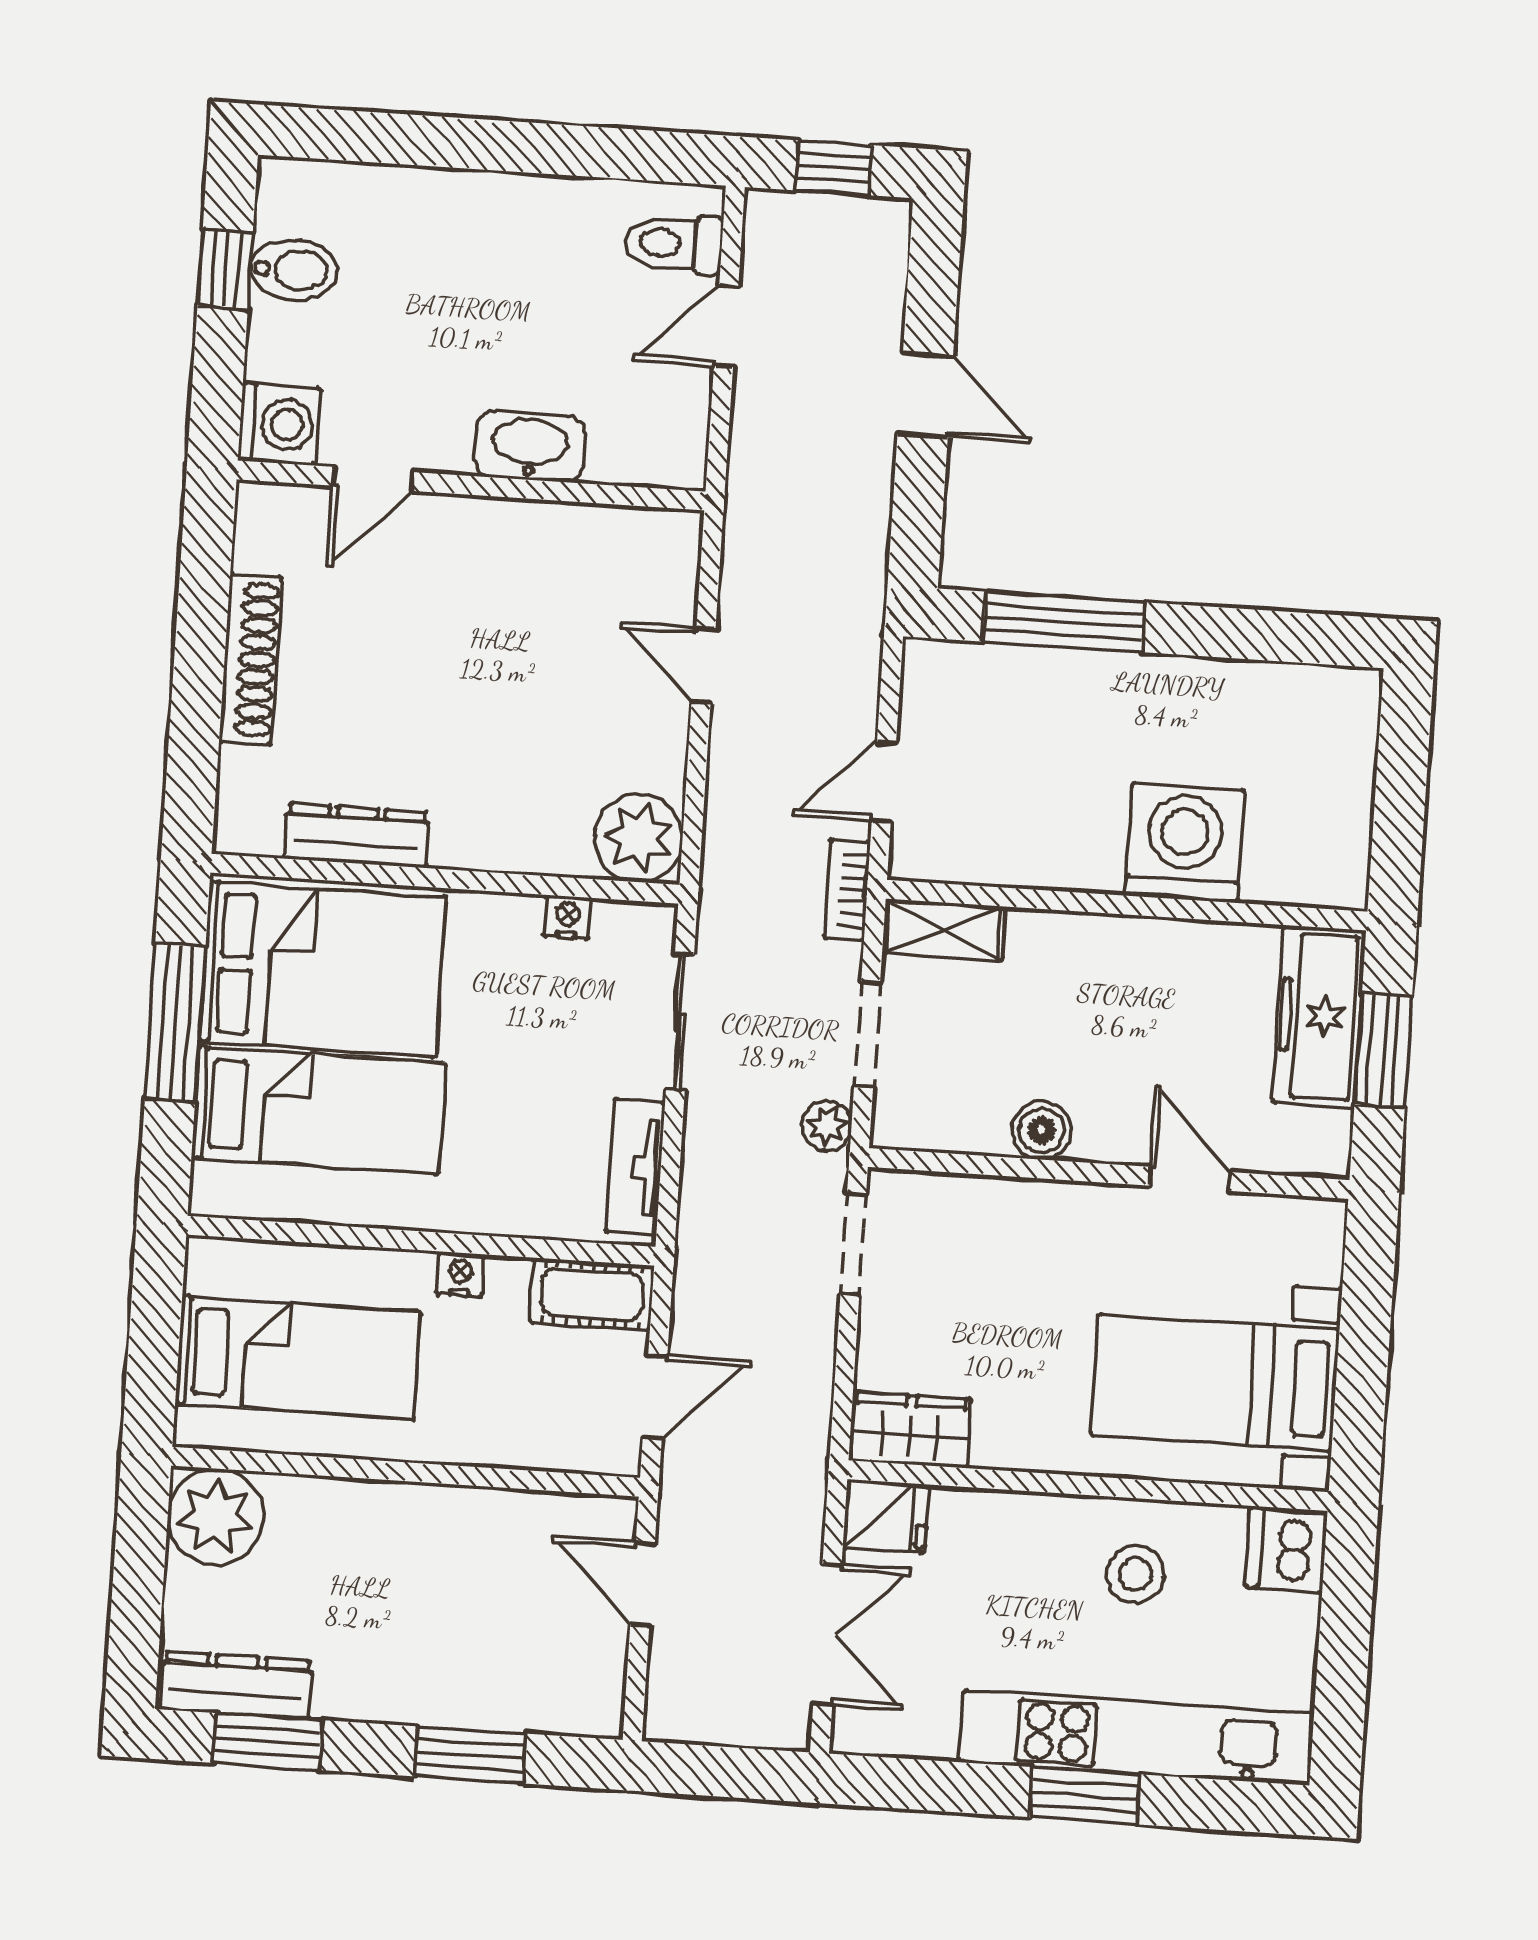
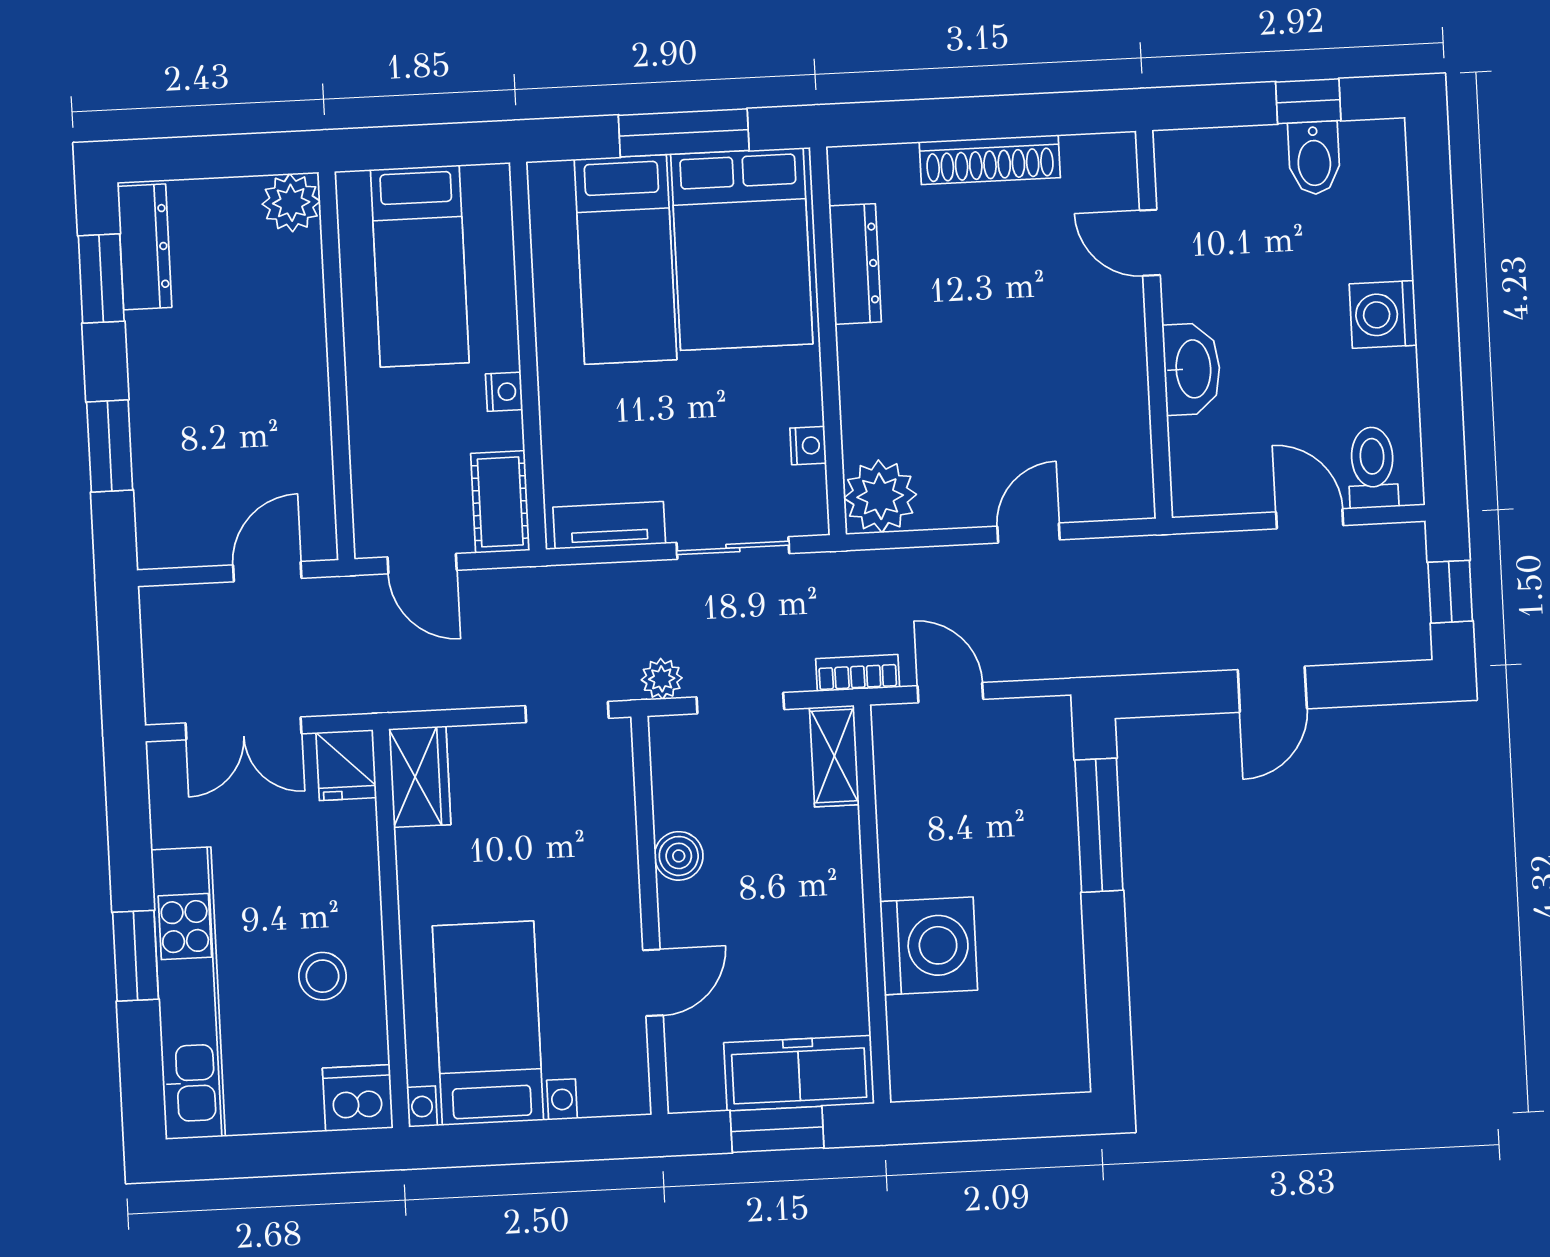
washing machine: (279, 424) -> (1383, 315), moved, turned 90
plant: (216, 1517) -> (291, 203), width x0.73, depth x0.73

